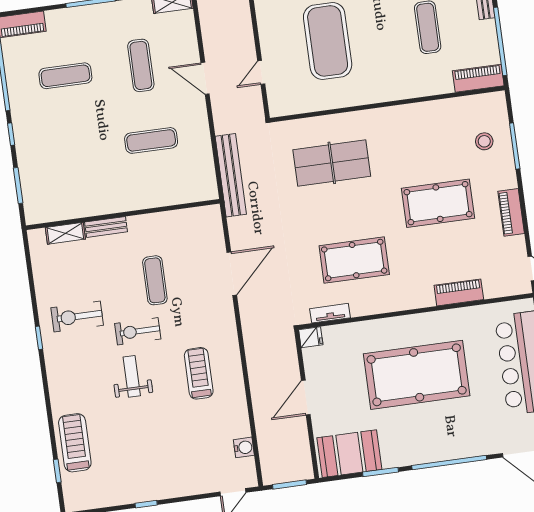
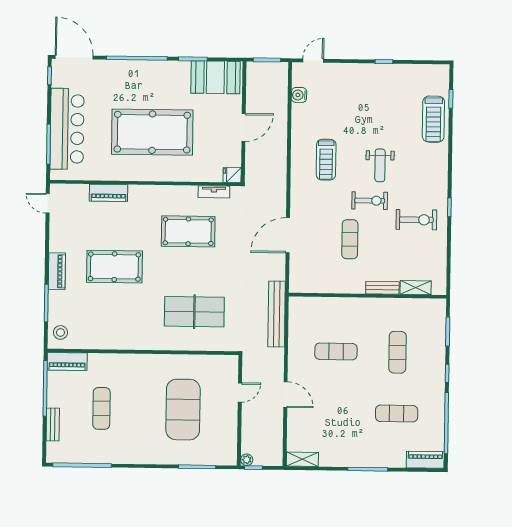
exercise mat: (141, 65) -> (397, 352), moved
stool: (484, 141) -> (60, 332), moved
piano: (511, 212) -> (57, 271), moved

